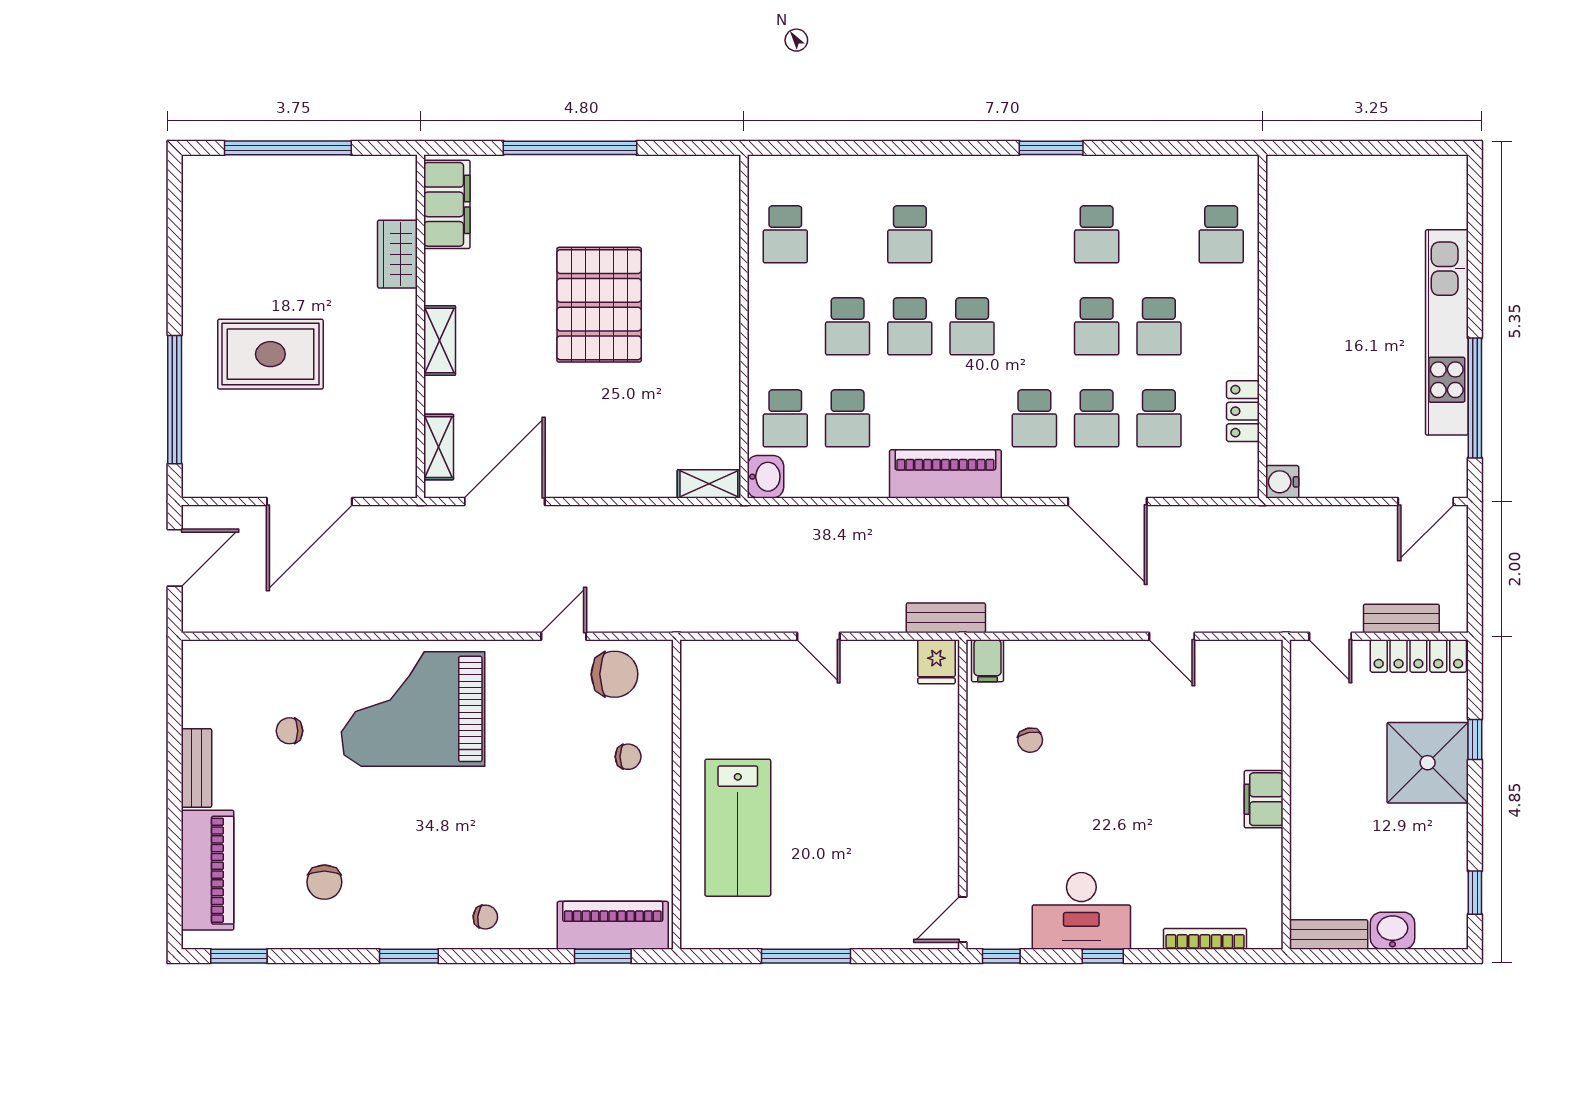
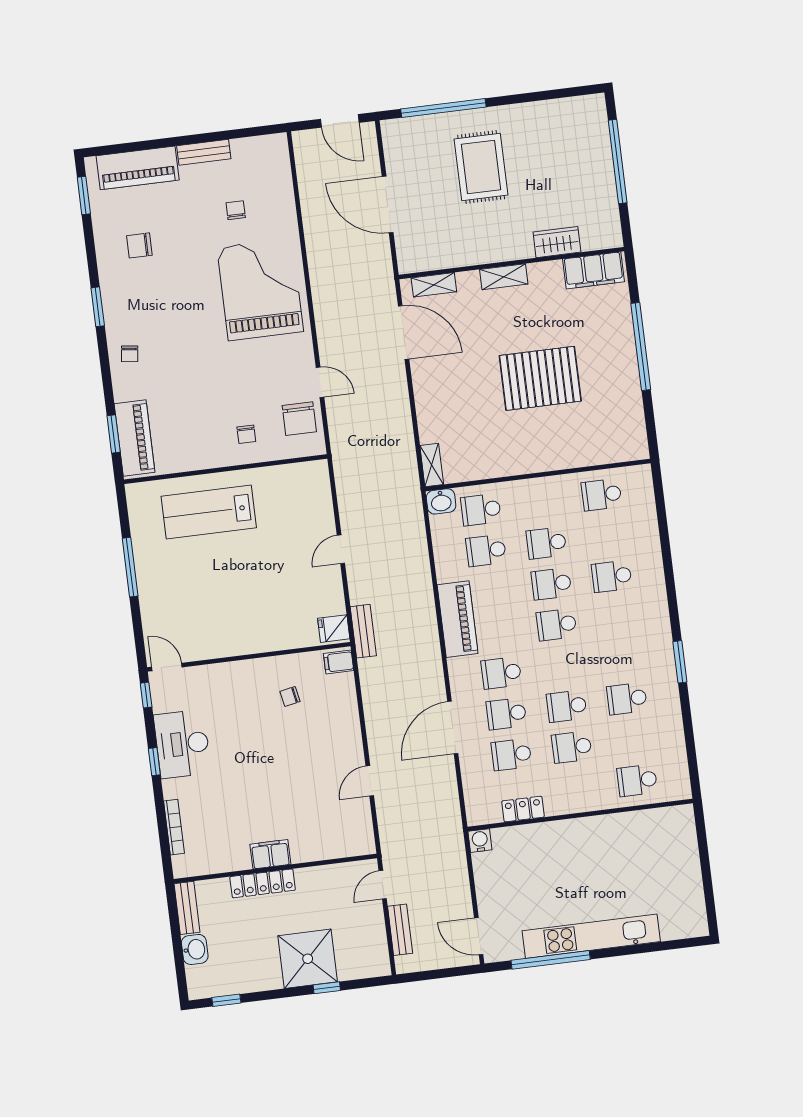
locker: (1418, 656) -> (263, 883), moved, turned -90

